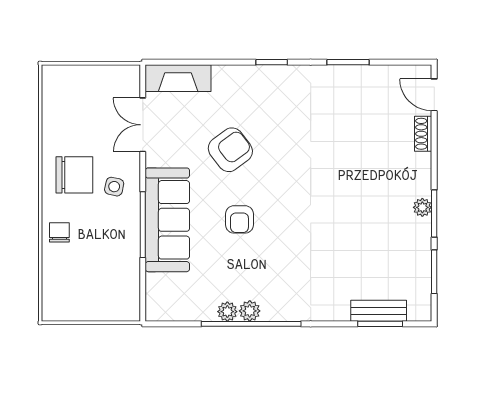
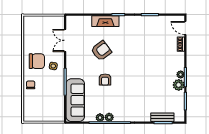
fireplace: (178, 78) -> (105, 21), moved
sofa: (167, 220) -> (75, 100), moved
plant: (418, 233) -> (179, 85), added

